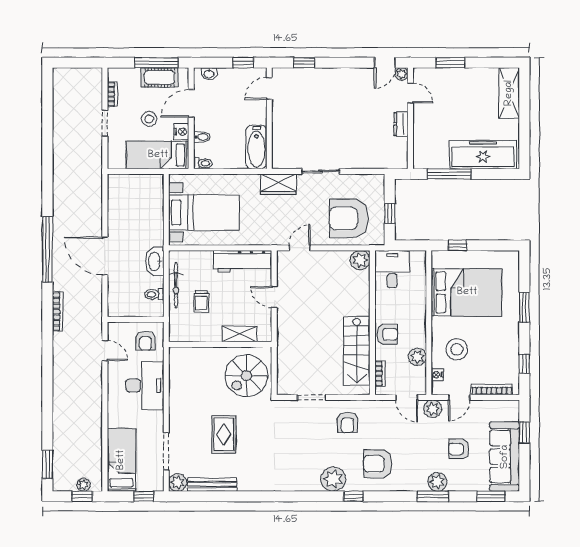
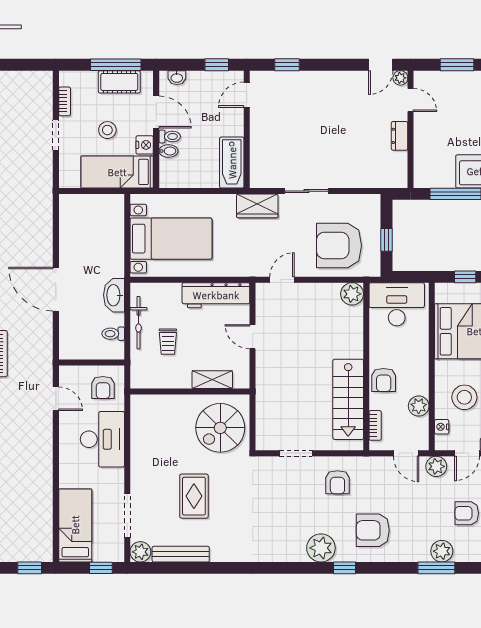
door: (191, 103) -> (156, 112), swing flipped
toilet: (203, 163) -> (170, 137), moved
desk: (392, 269) -> (397, 304), width x1.37
armchair: (387, 334) -> (384, 380), turned 90
plant: (83, 485) -> (31, 555), removed

